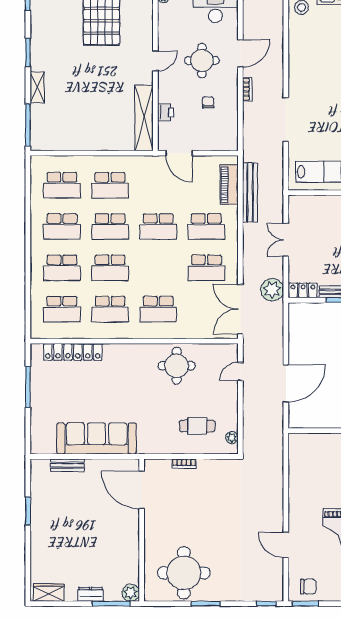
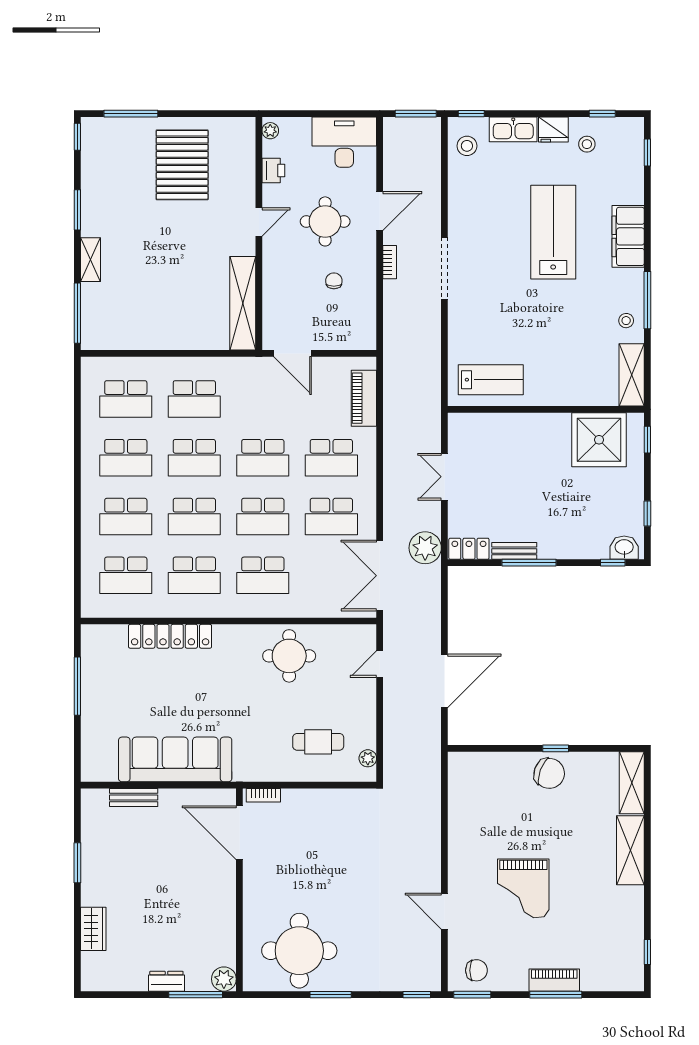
printer: (166, 112) -> (273, 171), moved
doorway: (286, 120) -> (444, 268), moved
bench: (250, 192) -> (394, 409), removed
school desk: (158, 268) -> (263, 517), added
locker: (73, 352) -> (170, 636), moved
bookcase: (184, 464) -> (263, 795), moved
wardrobe: (49, 593) -> (93, 929), moved, turned 90

